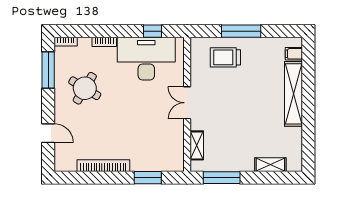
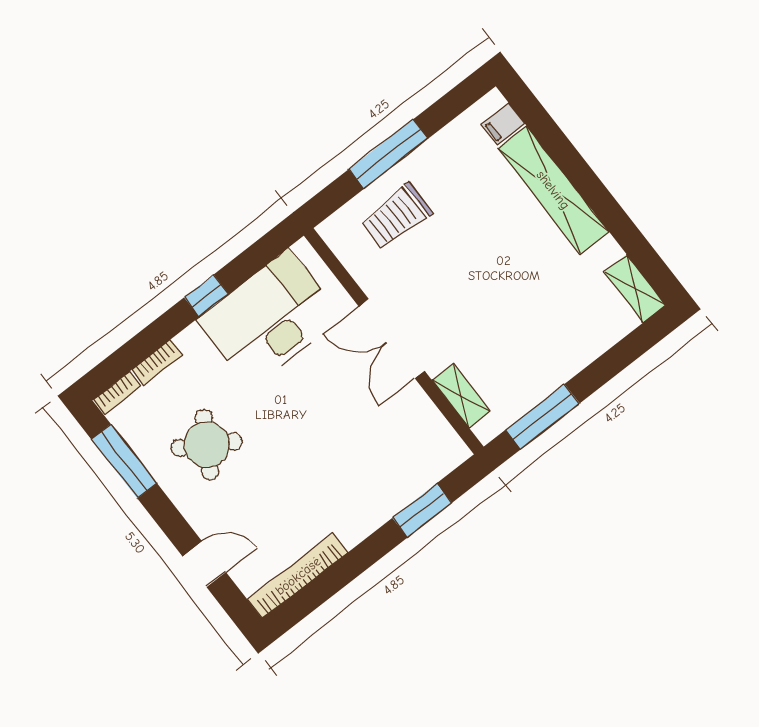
window: (153, 31) -> (206, 296), moved
bookcase: (104, 42) -> (157, 362), moved
double door: (187, 103) -> (392, 339), width x1.37
shelving: (270, 165) -> (635, 288), moved, turned 90
bookcase: (103, 166) -> (298, 576), moved

